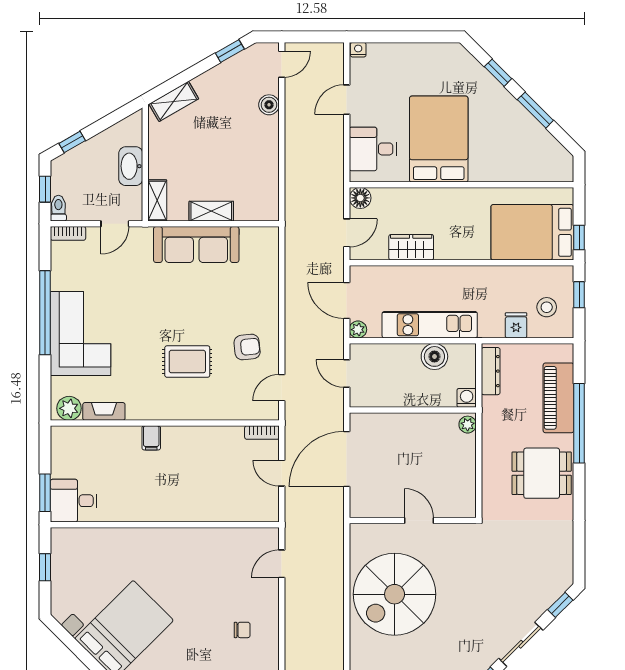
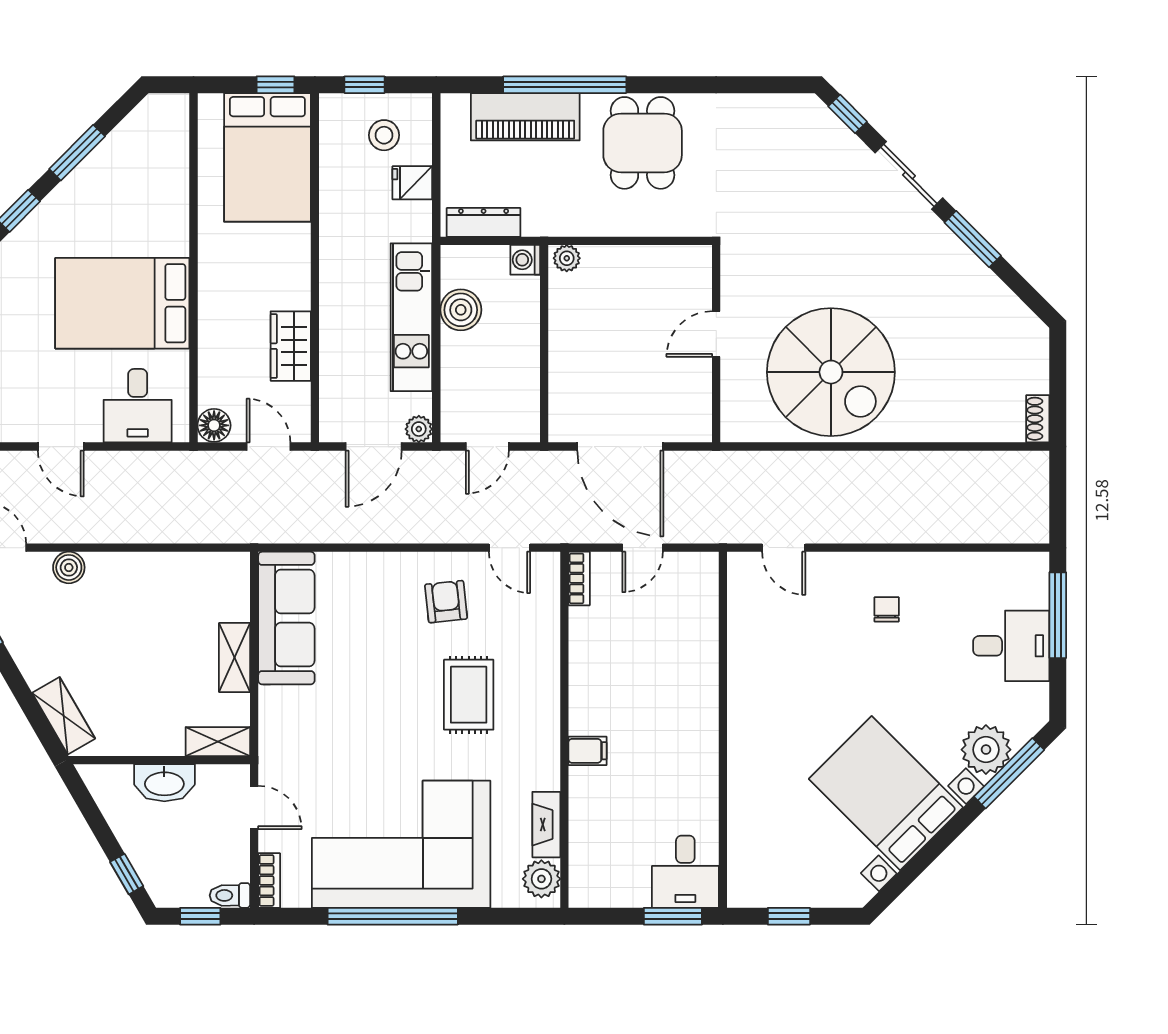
sofa: (196, 244) -> (286, 618), moved
corner sofa: (80, 333) -> (401, 844), width x1.36, depth x1.36

